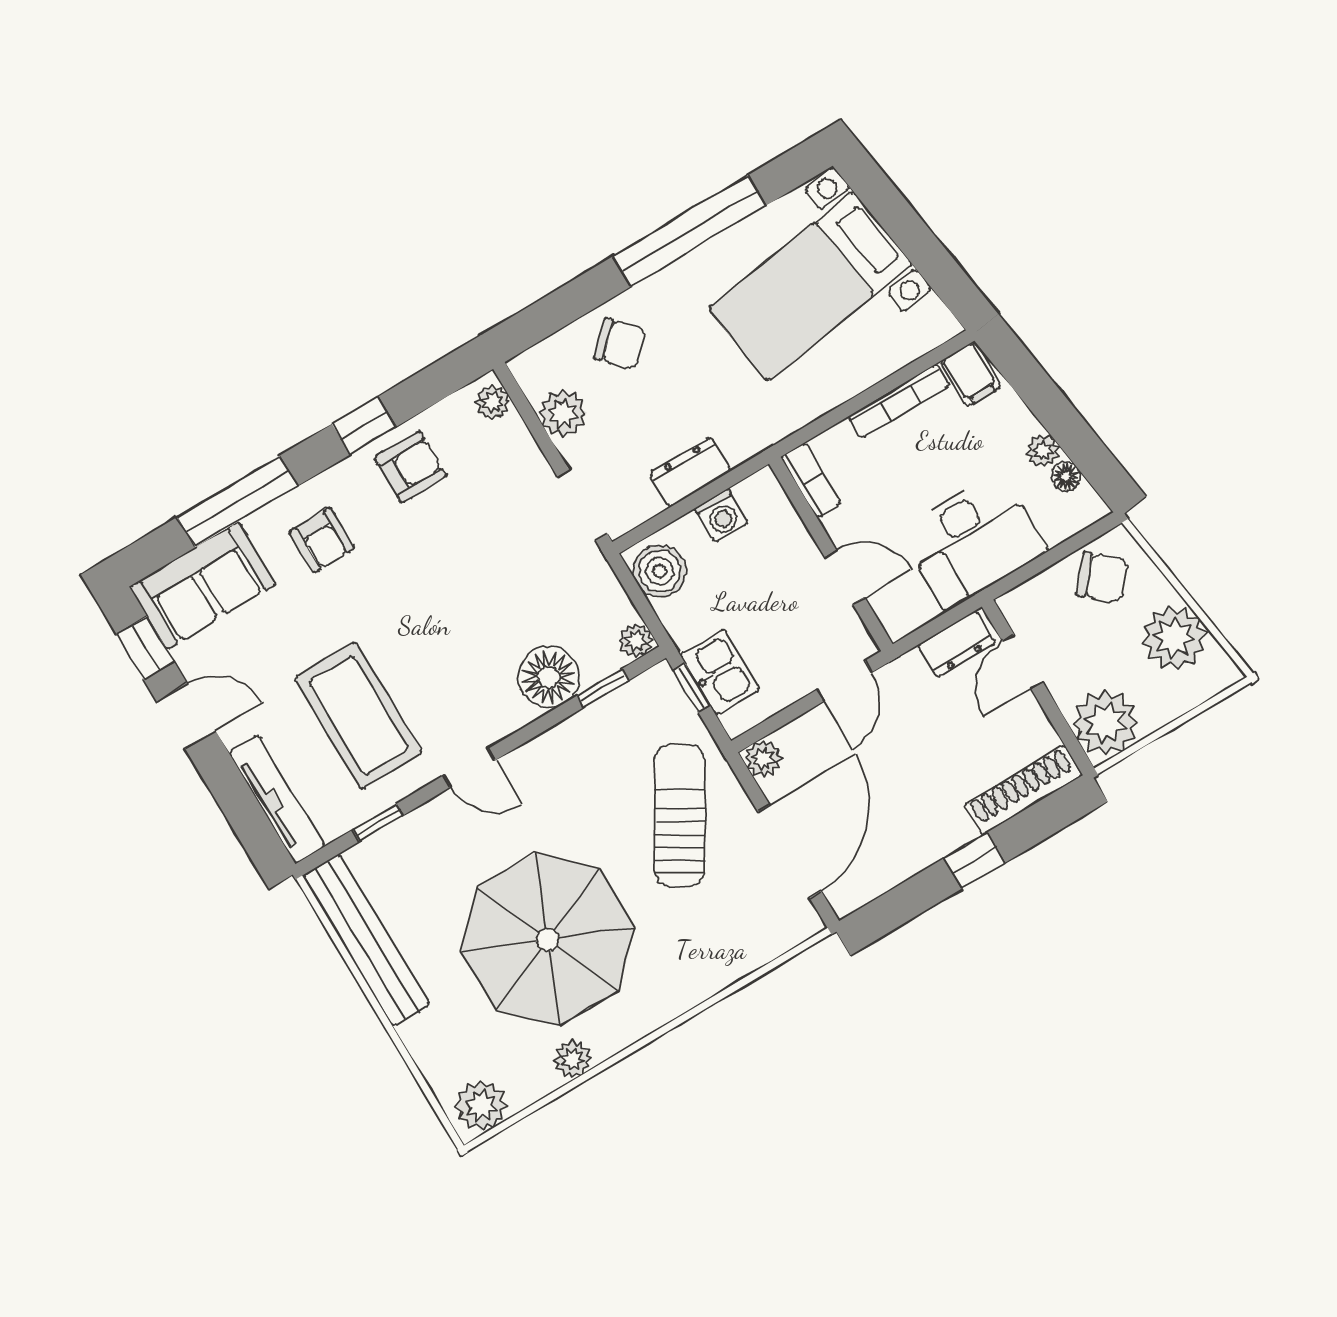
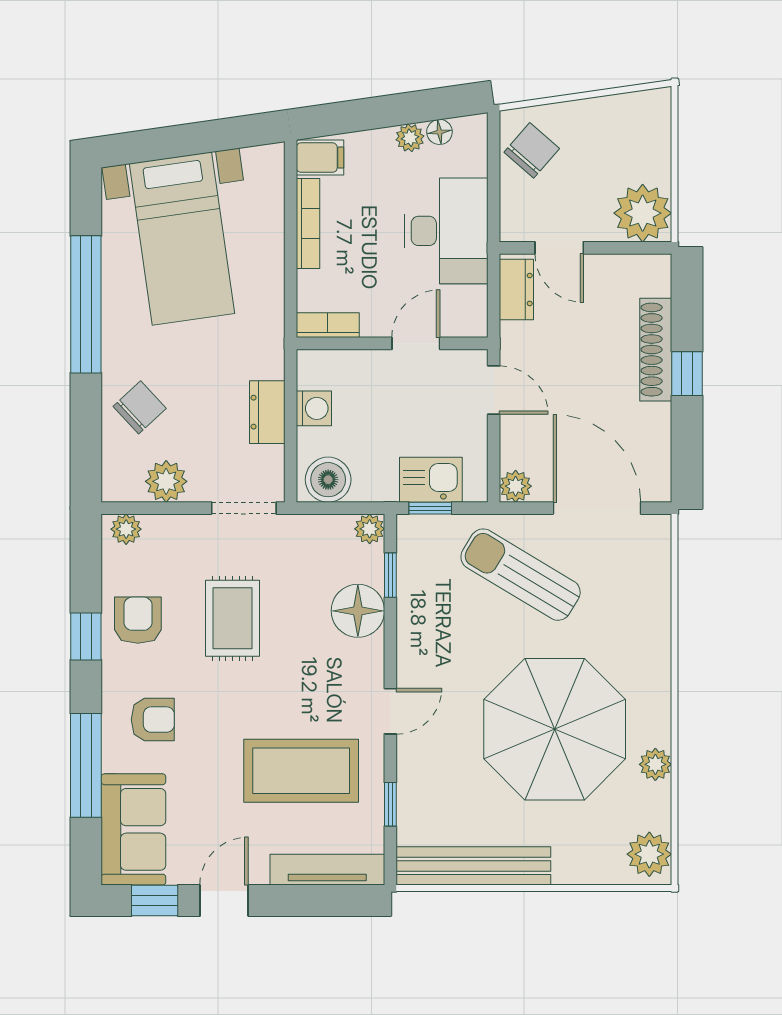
rug: (468, 559) -> (232, 618), added
plant: (1174, 638) -> (609, 123), removed
shoe rack: (1023, 790) -> (656, 350), moved

